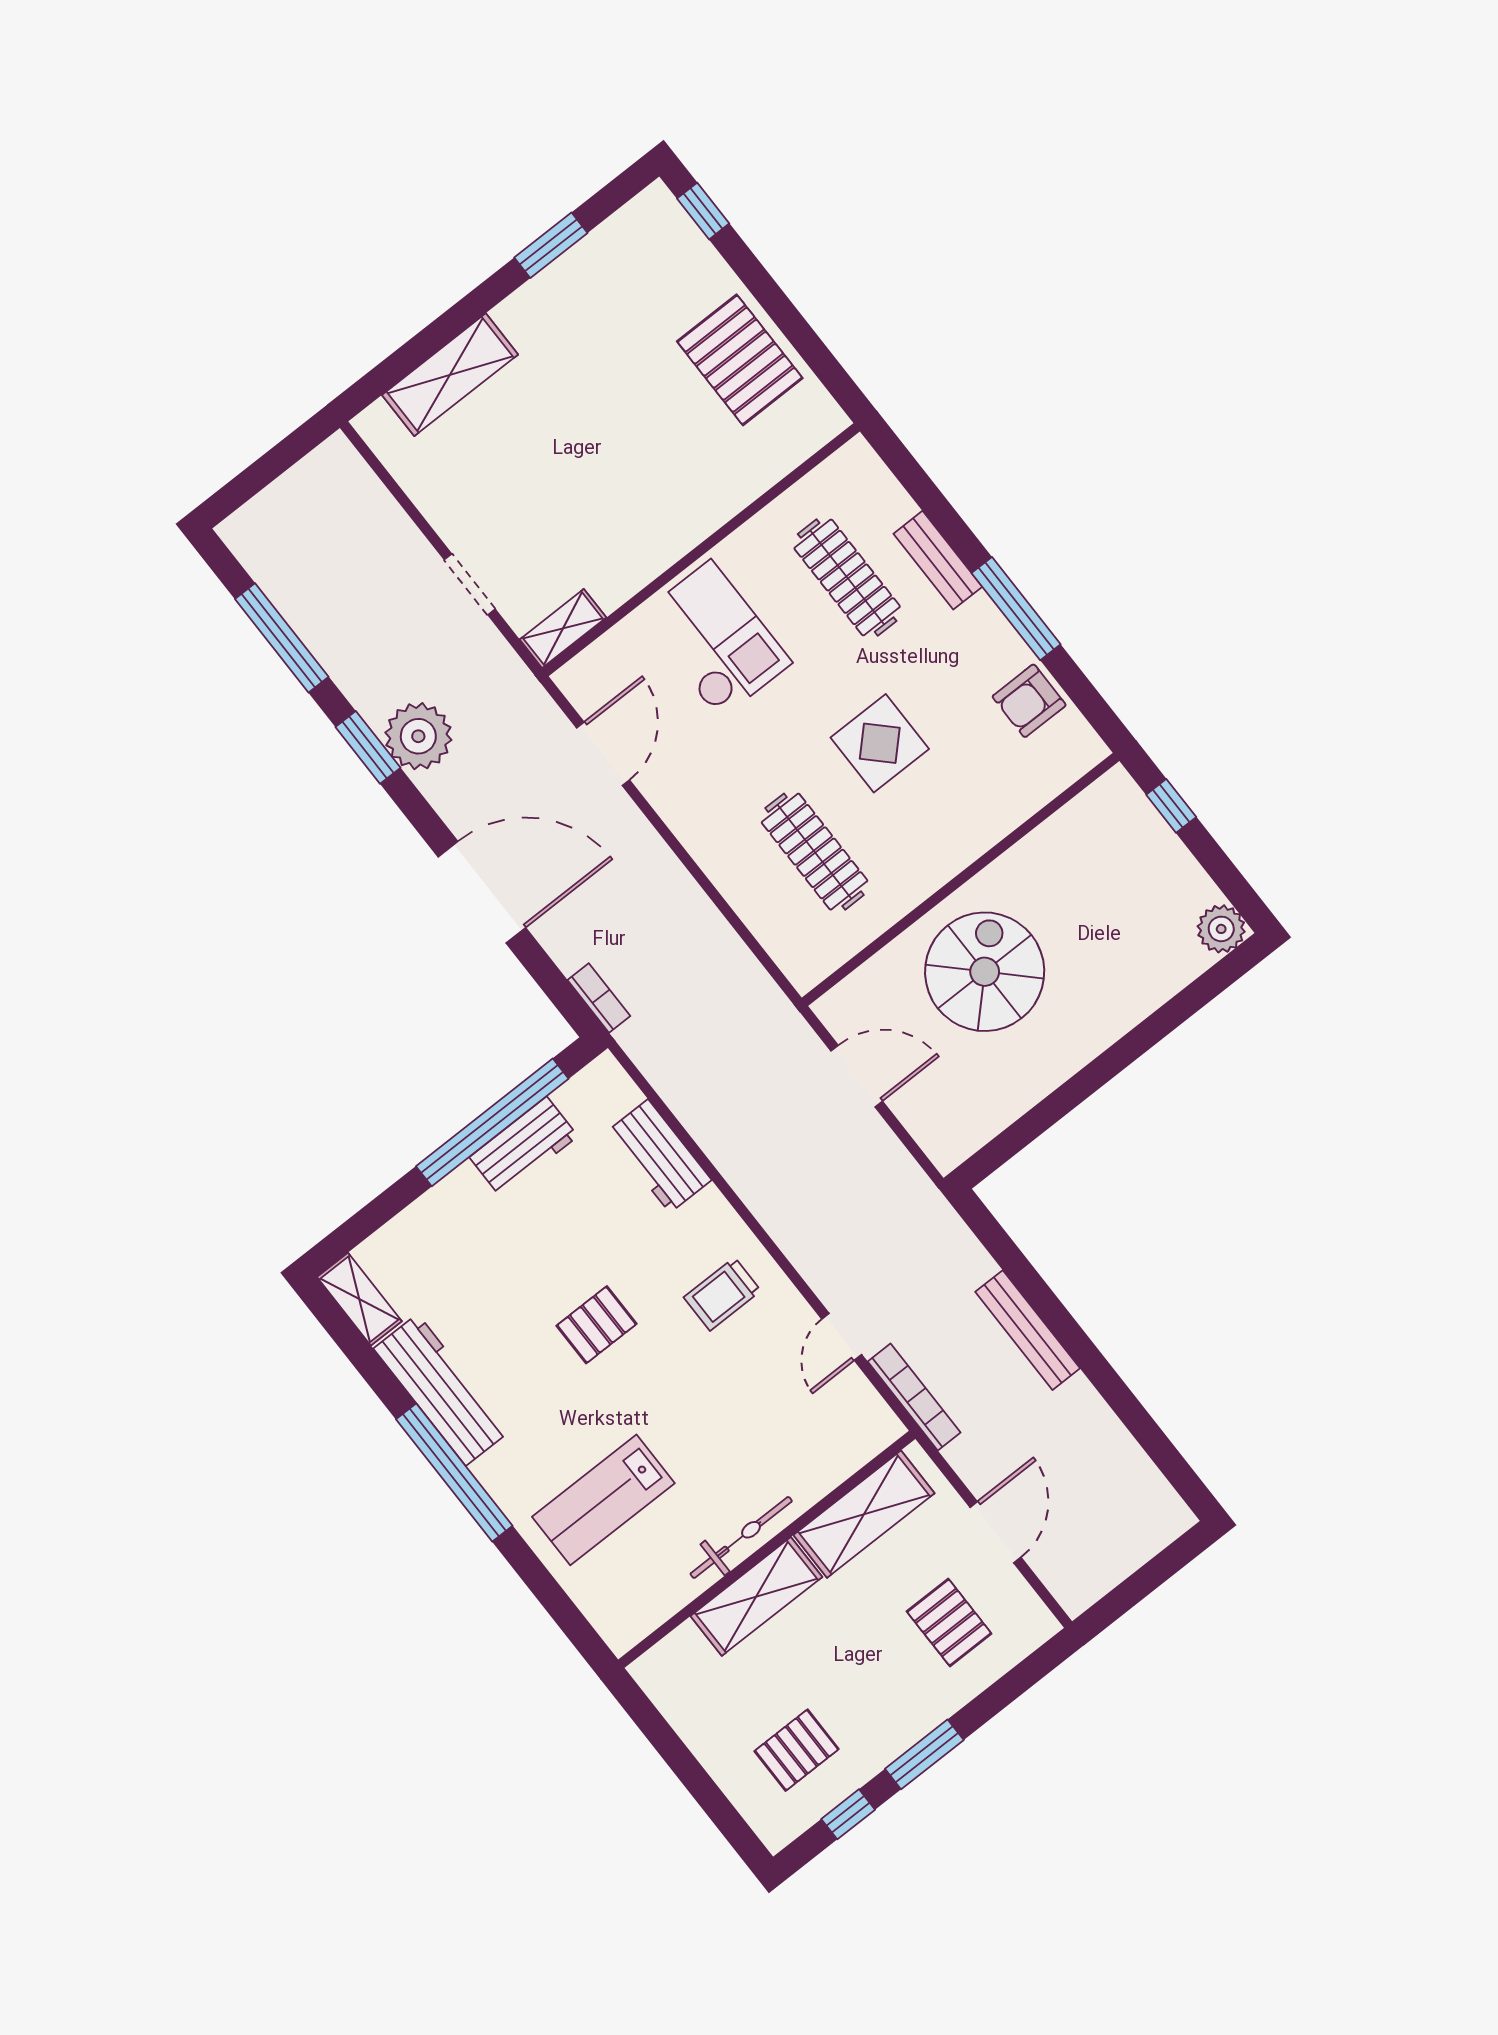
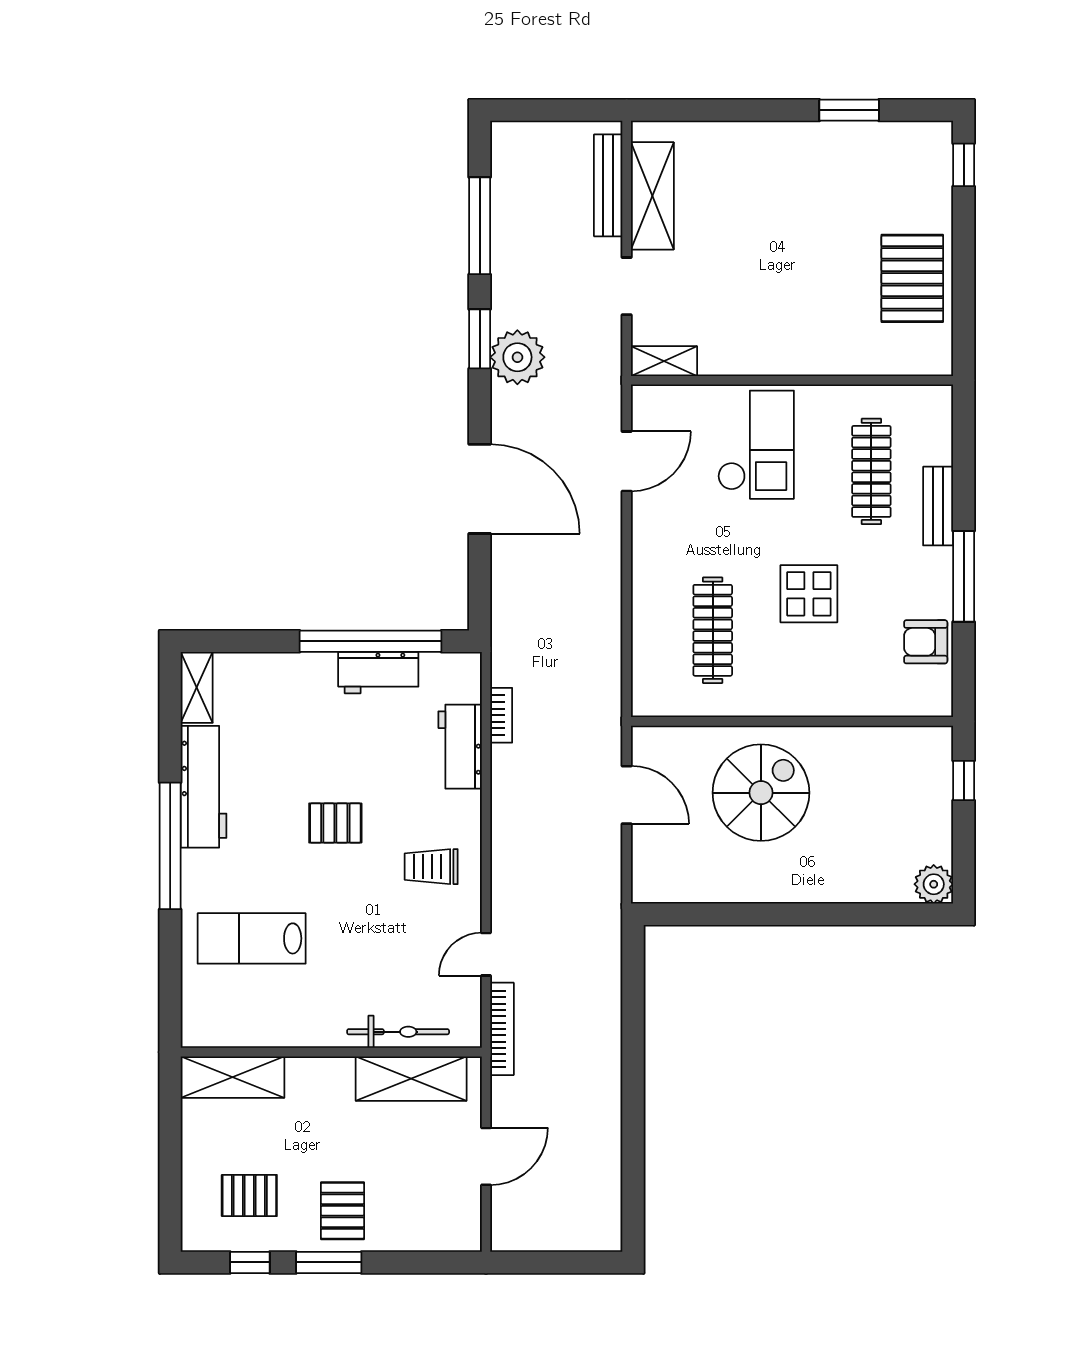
shelving: (450, 375) -> (652, 196), moved, turned 90
bookcase: (599, 998) -> (501, 715), moved
bench: (1028, 1330) -> (608, 185), moved
bicycle: (741, 1537) -> (398, 1032), moved
shelving: (756, 1596) -> (233, 1077), moved
pallet: (949, 1622) -> (342, 1211), moved

